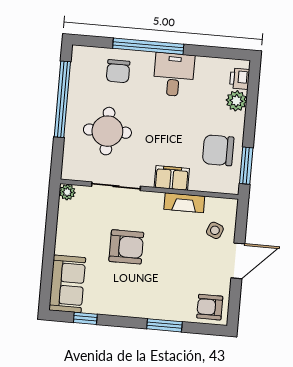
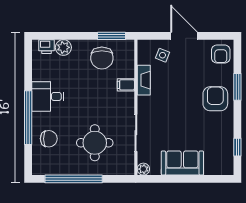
filing cabinet: (172, 178) -> (126, 85), width x0.50
armchair: (126, 247) -> (215, 99), moved
sofa: (67, 284) -> (182, 163), moved

